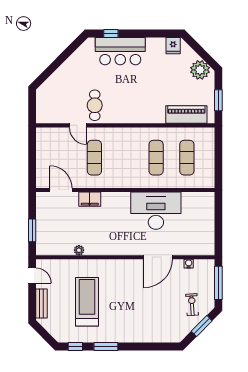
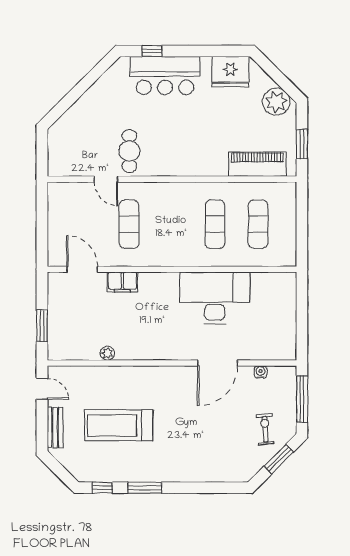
fridge: (173, 46) -> (230, 72), width x1.88, depth x1.34
treadmill: (87, 302) -> (119, 425), turned -90

